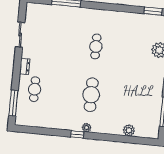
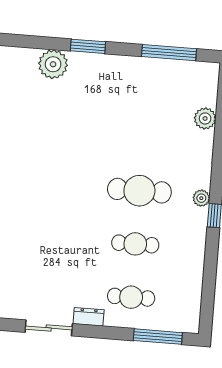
sliding door: (20, 35) -> (49, 328), moved
cafe table: (96, 46) -> (135, 244), moved

